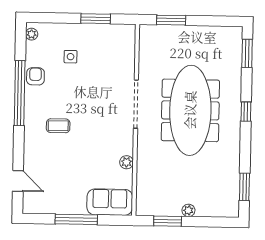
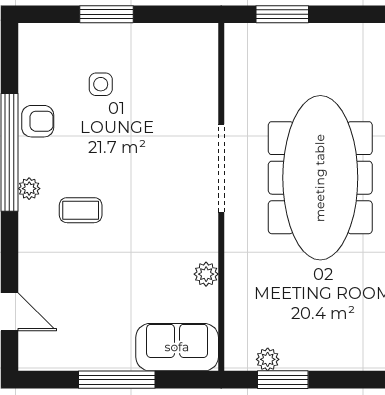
window: (96, 19) -> (106, 14), moved
plant: (32, 34) -> (29, 189), moved
armchair: (35, 76) -> (38, 121), turned 90
plant: (188, 210) -> (268, 359), moved

